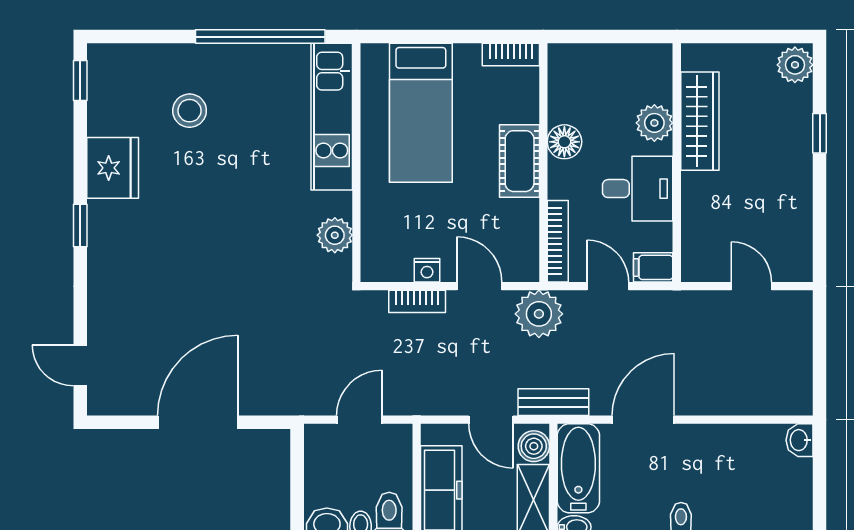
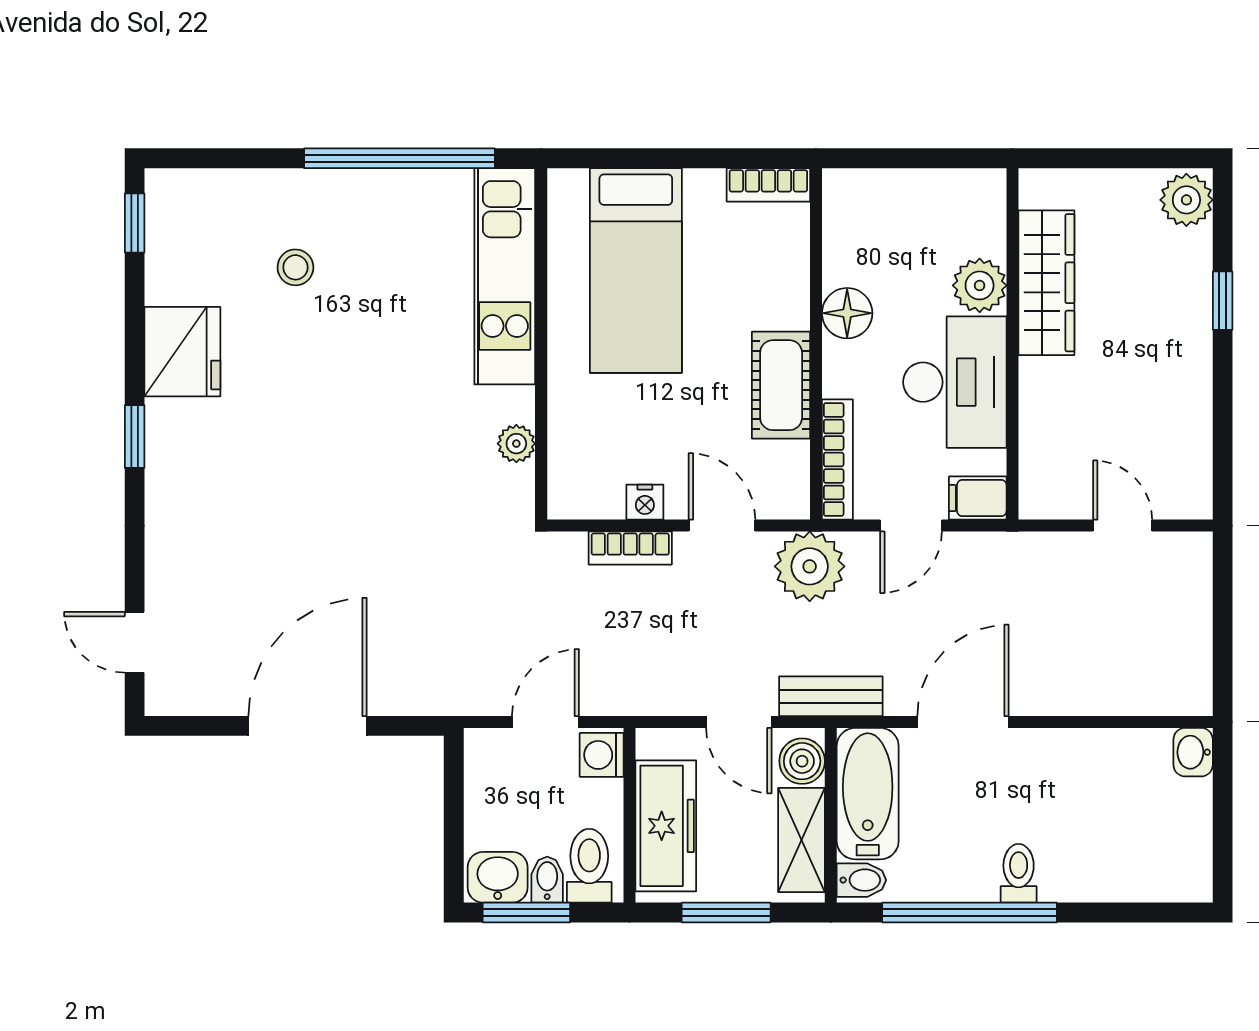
stool: (190, 111) -> (295, 267), width x0.73, depth x0.73
cot: (520, 161) -> (781, 385), moved
desk: (638, 189) -> (955, 382), width x1.37
plant: (335, 235) -> (516, 444), width x0.73, depth x0.73
door: (608, 286) -> (911, 526), swing flipped
washing machine: (398, 442) -> (602, 755), added

